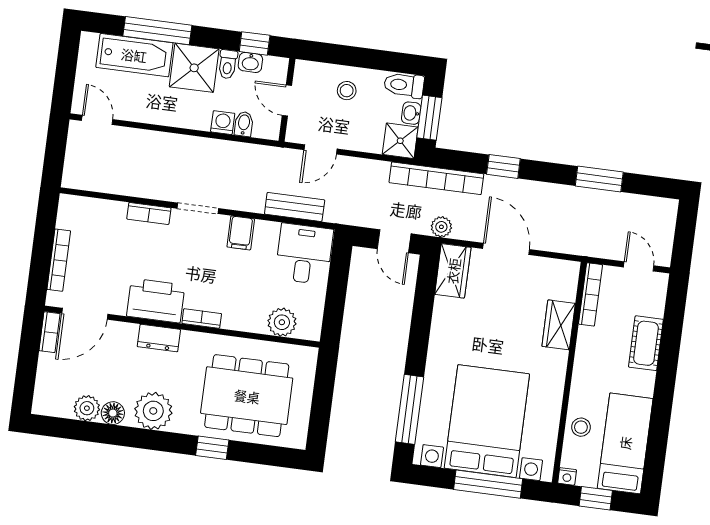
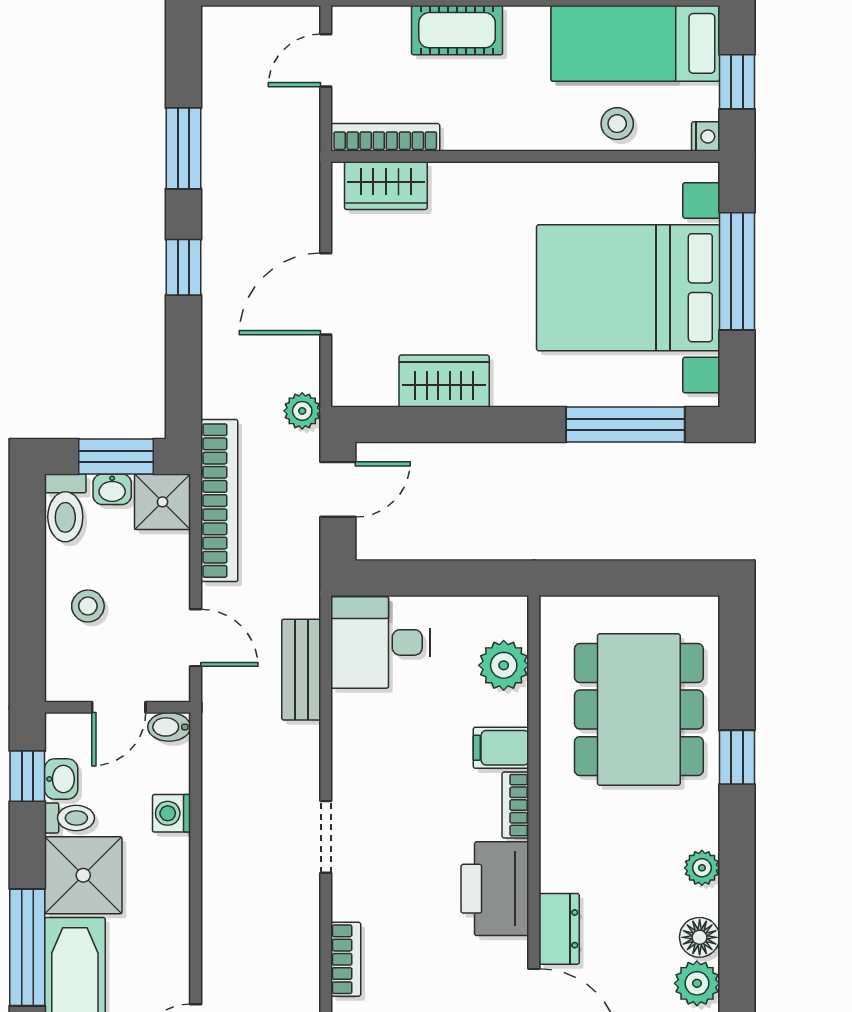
bidet: (244, 124) -> (169, 727), moved
window: (503, 166) -> (183, 267), moved
bookcase: (436, 178) -> (219, 501), moved
bookcase: (149, 213) -> (346, 959), moved
filing cabinet: (241, 233) -> (501, 748), moved, turned 180
wardrobe: (453, 271) -> (444, 381), moved
wardrobe: (559, 325) -> (386, 186), moved
dresser: (159, 338) -> (559, 929), moved
plant: (153, 411) -> (702, 868), width x0.53, depth x0.53

